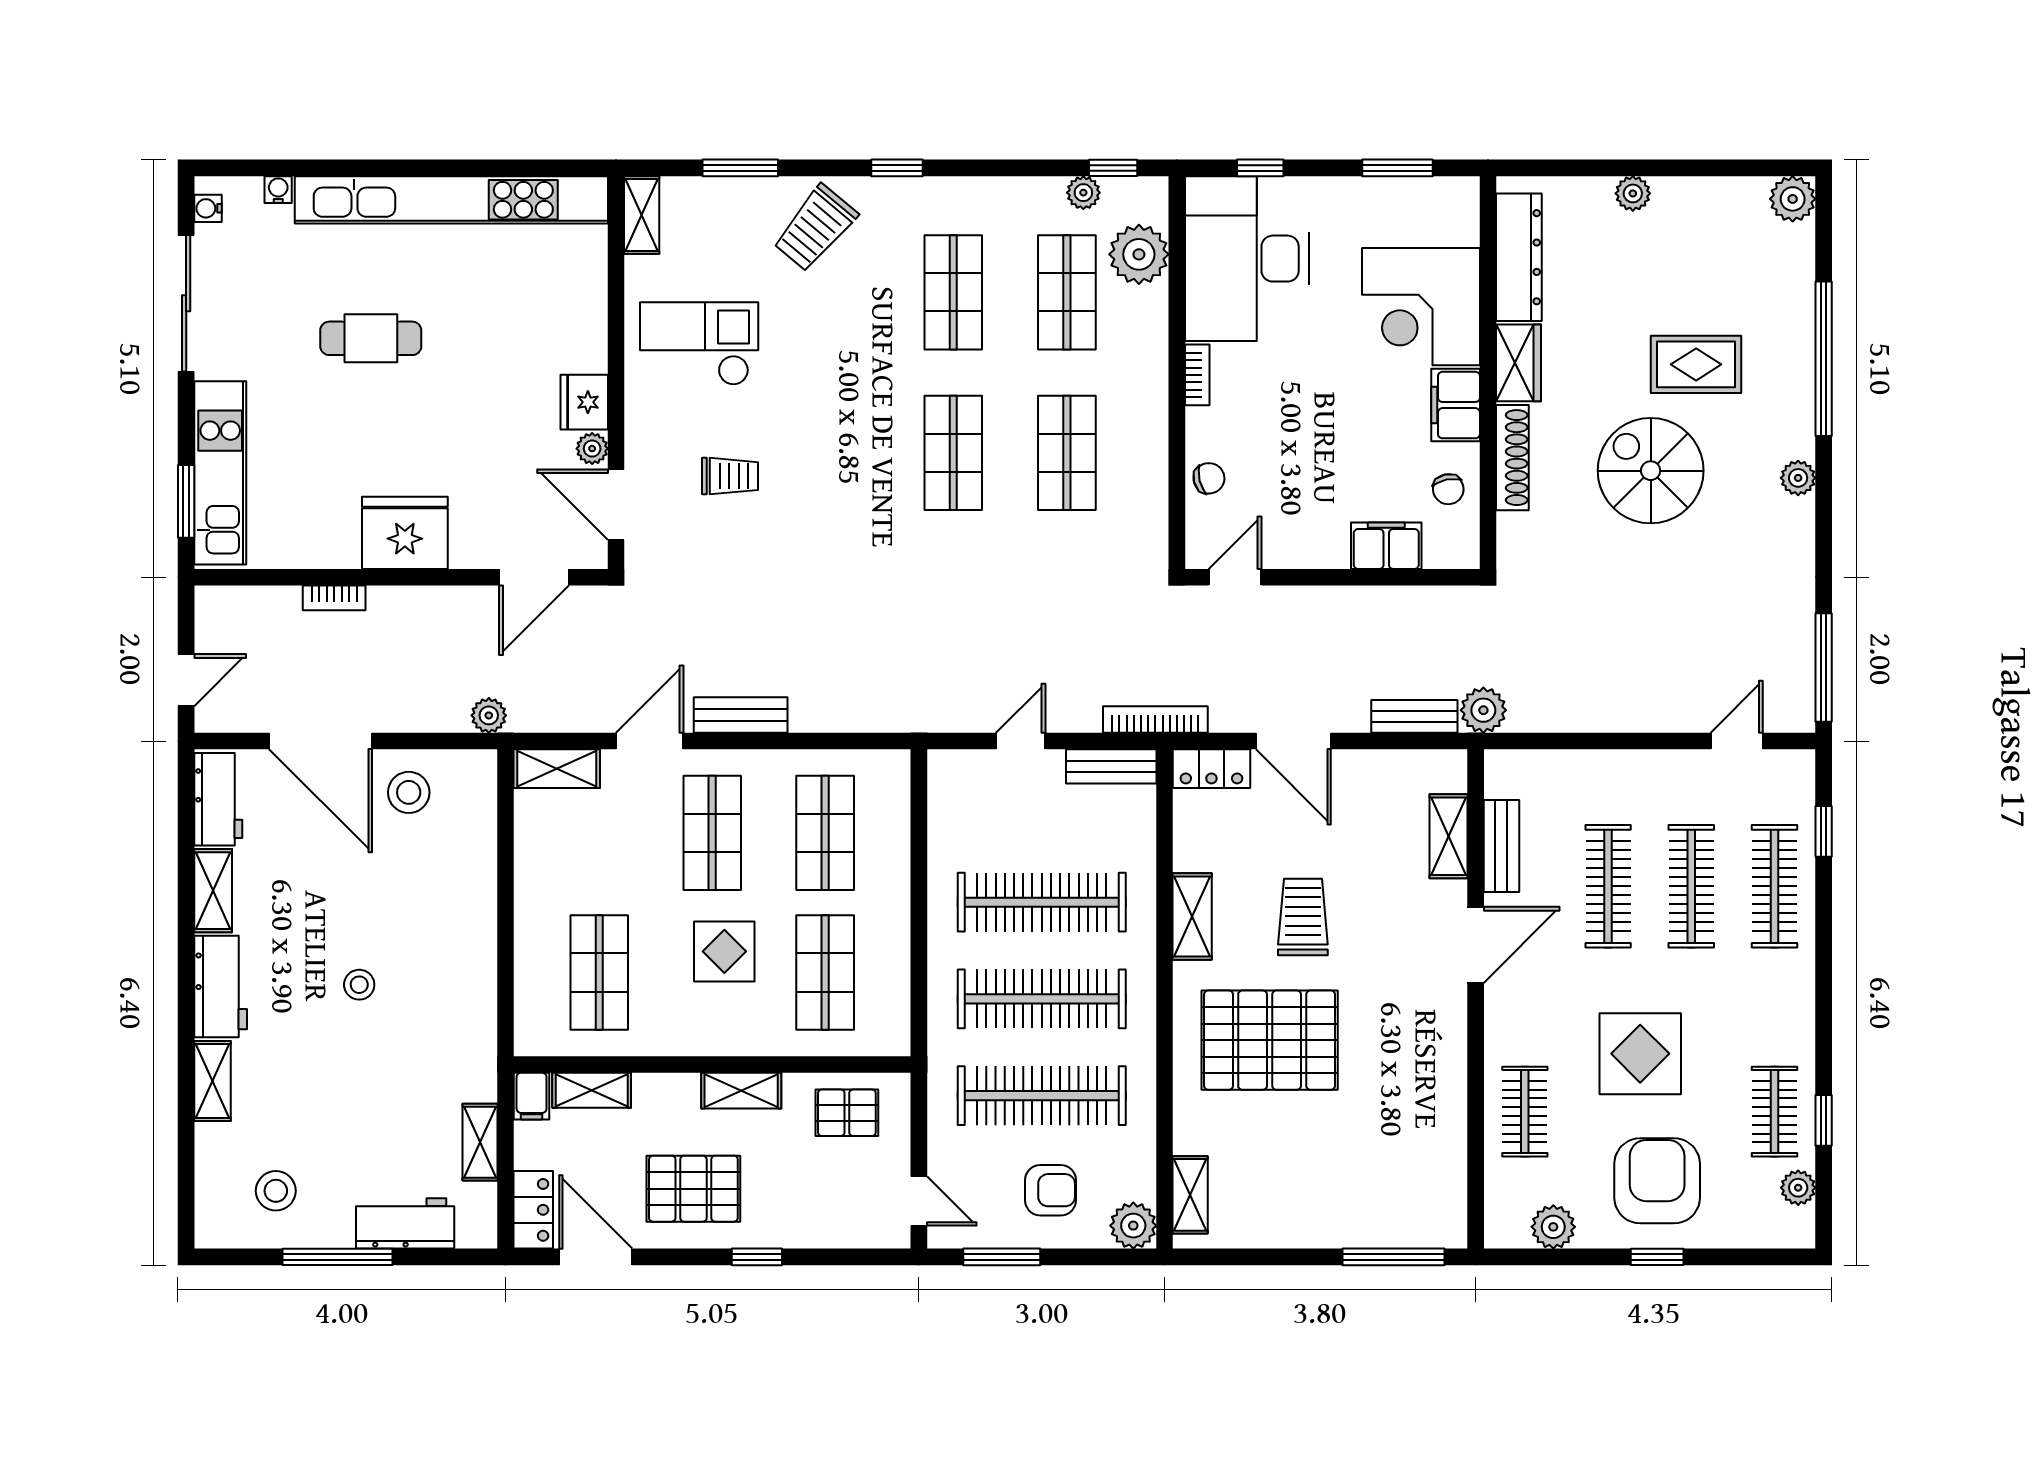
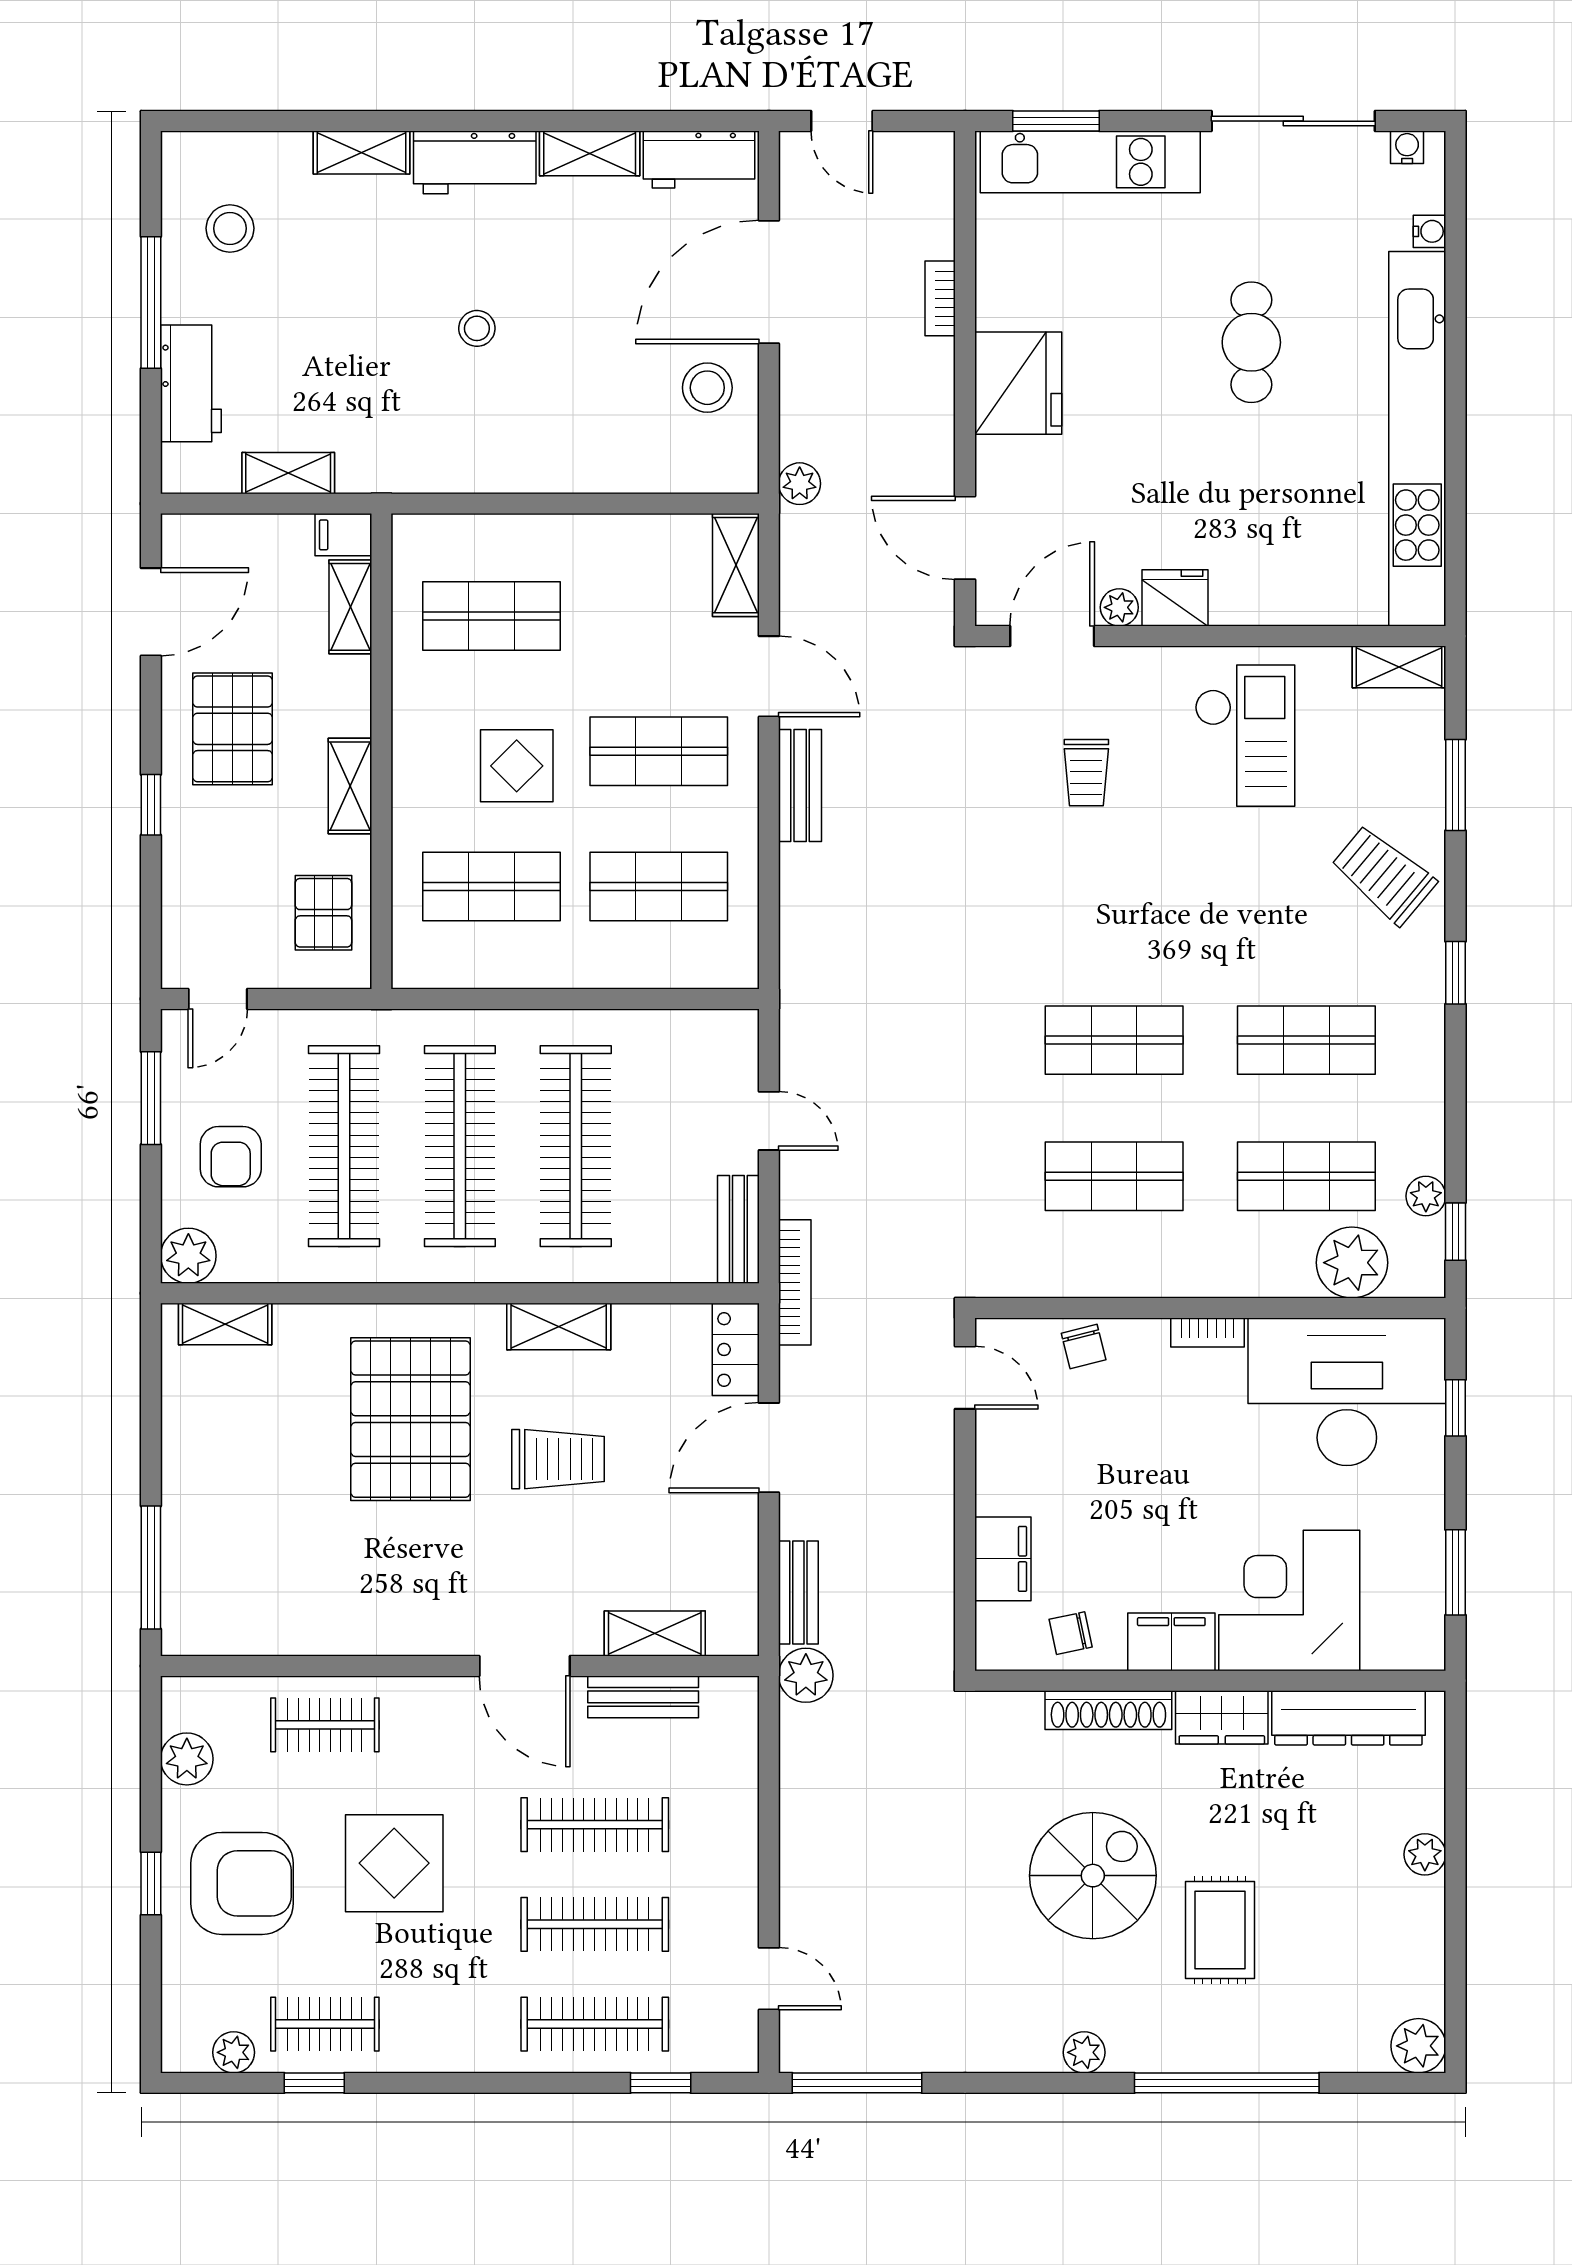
locker: (533, 1210) -> (207, 537), removed

